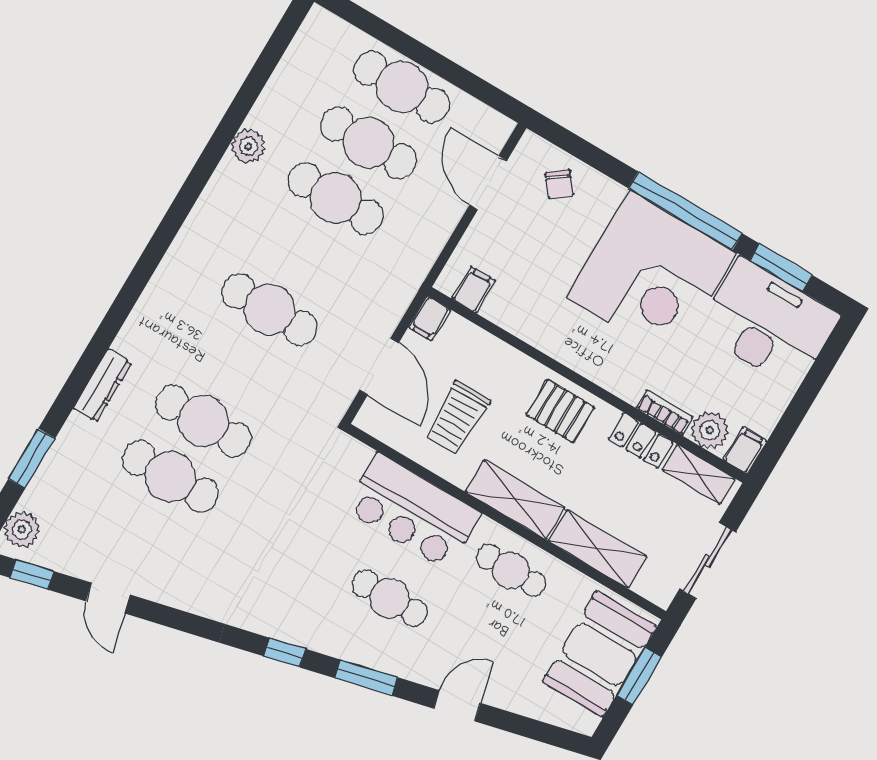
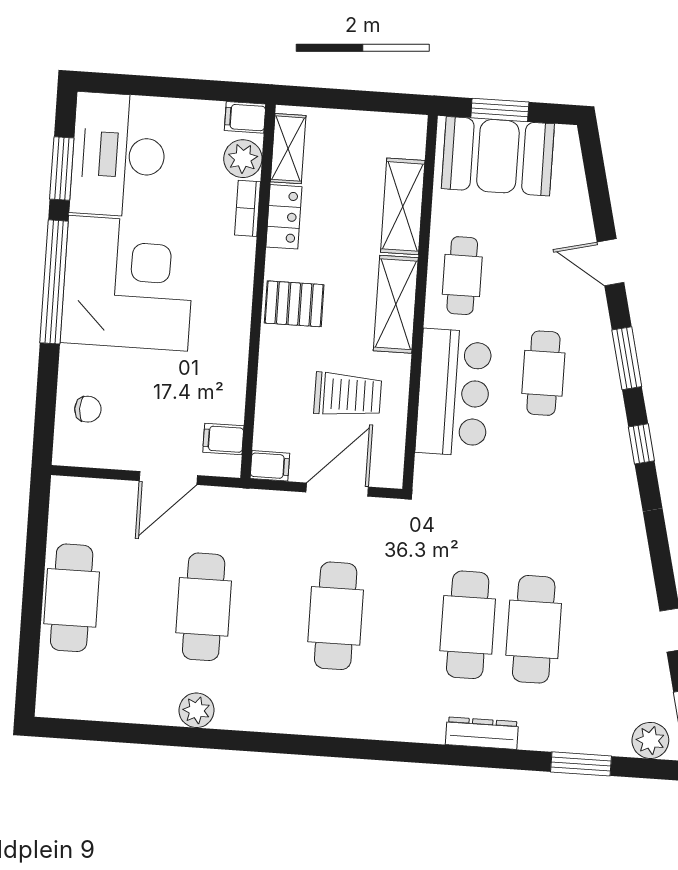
cafe table: (369, 143) -> (138, 602), removed
door: (488, 183) -> (168, 478), moved
chair: (559, 184) -> (88, 409), turned 39
pallet: (560, 411) -> (294, 304), turned 90
sliding door: (708, 561) -> (363, 101), removed

